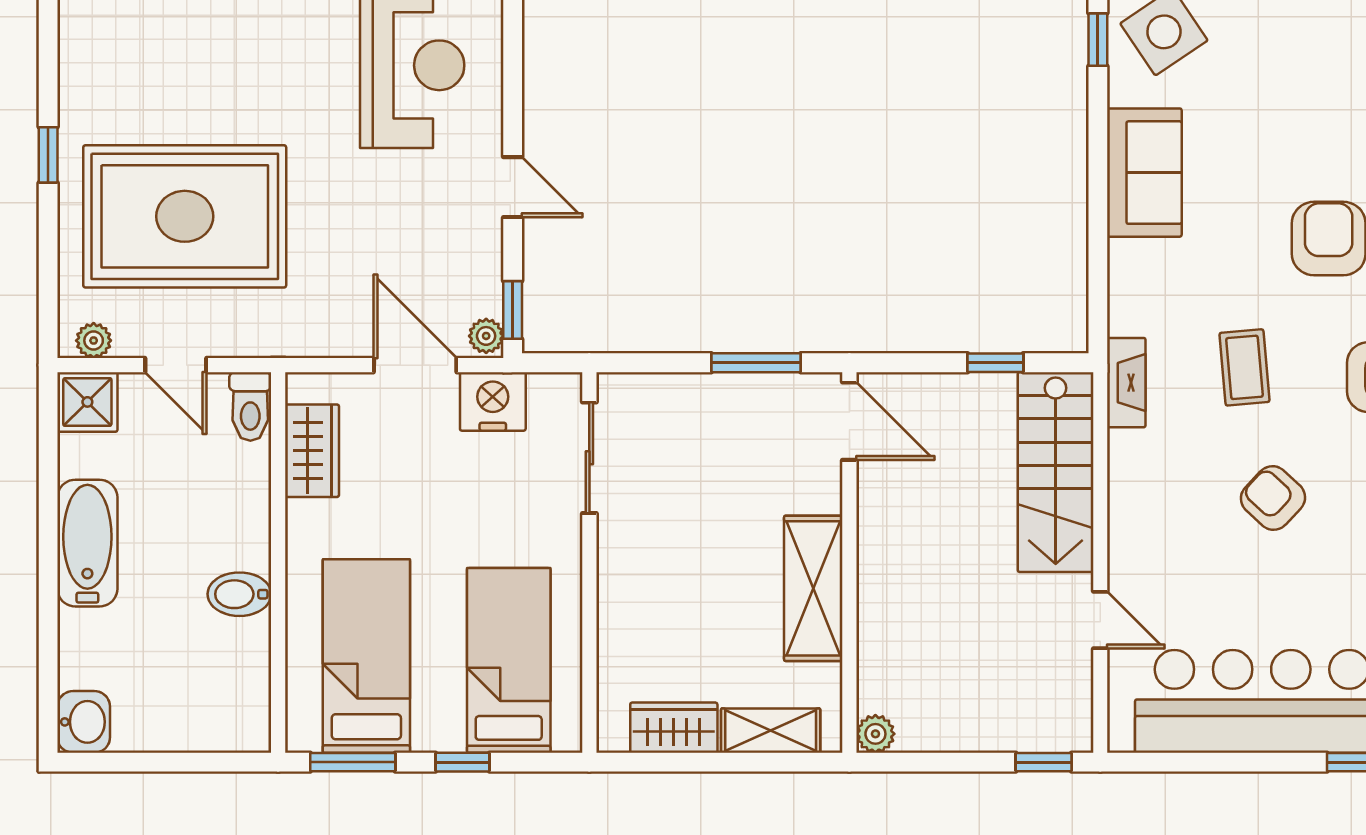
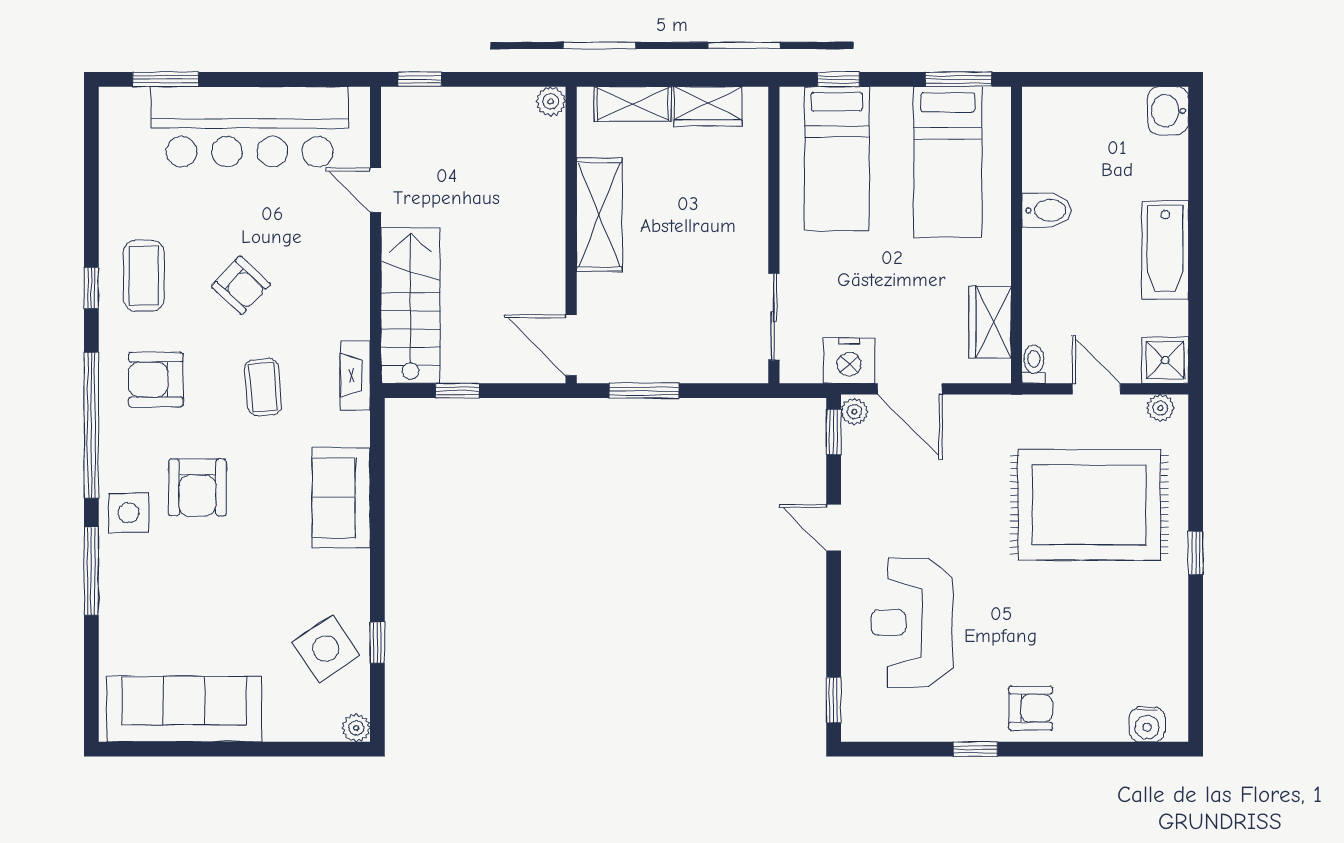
sofa: (1144, 173) -> (341, 498), moved
toilet: (250, 406) -> (1034, 364), width x0.73, depth x0.72
window: (462, 762) -> (838, 79), moved

